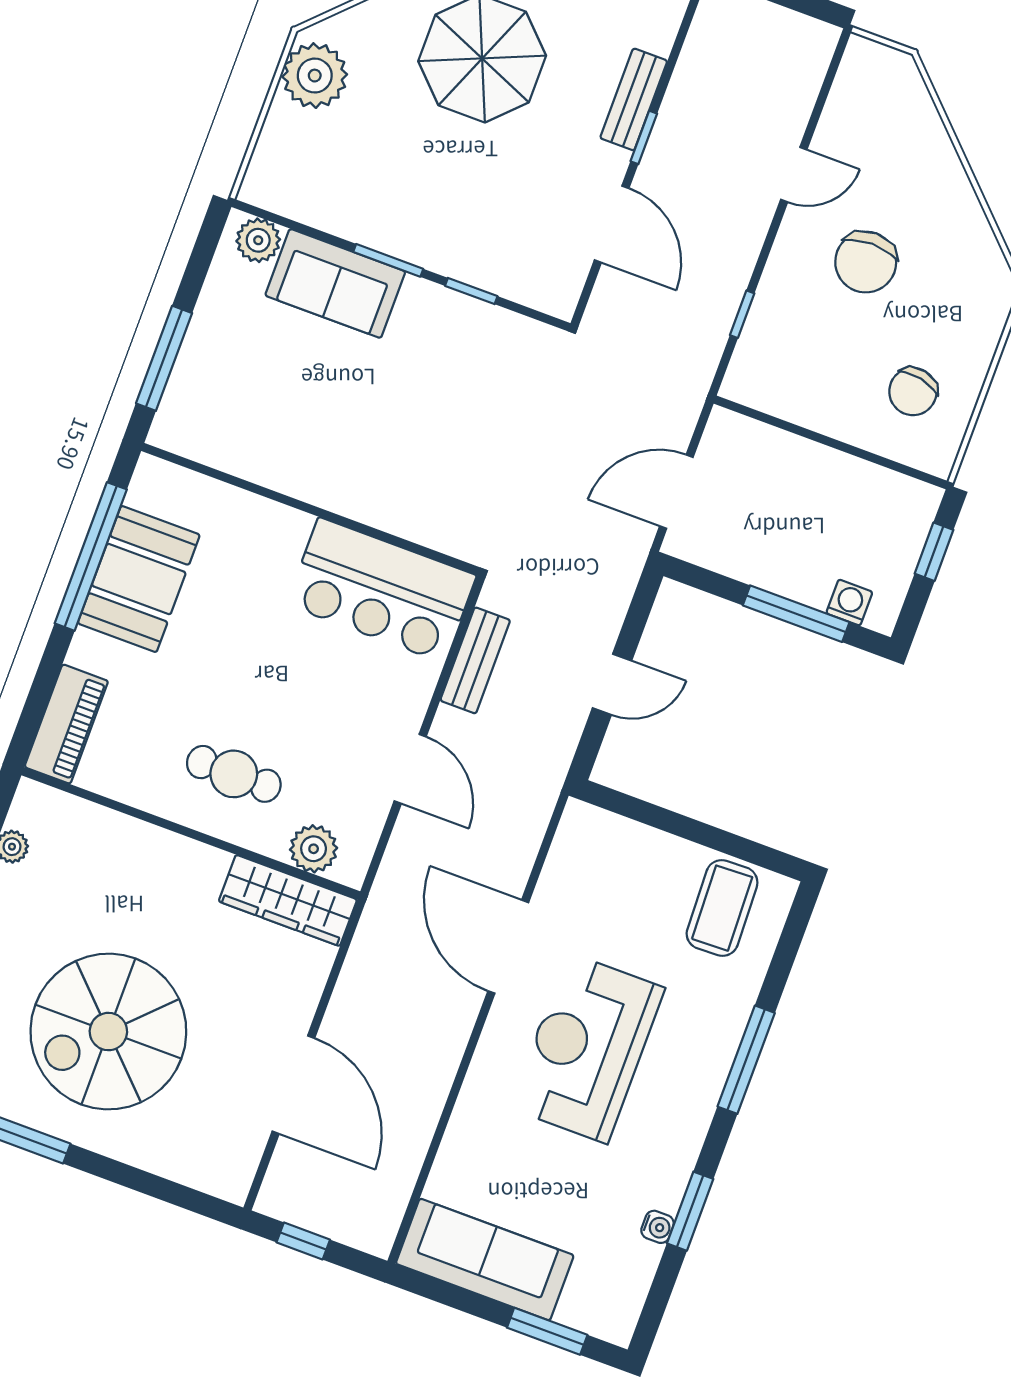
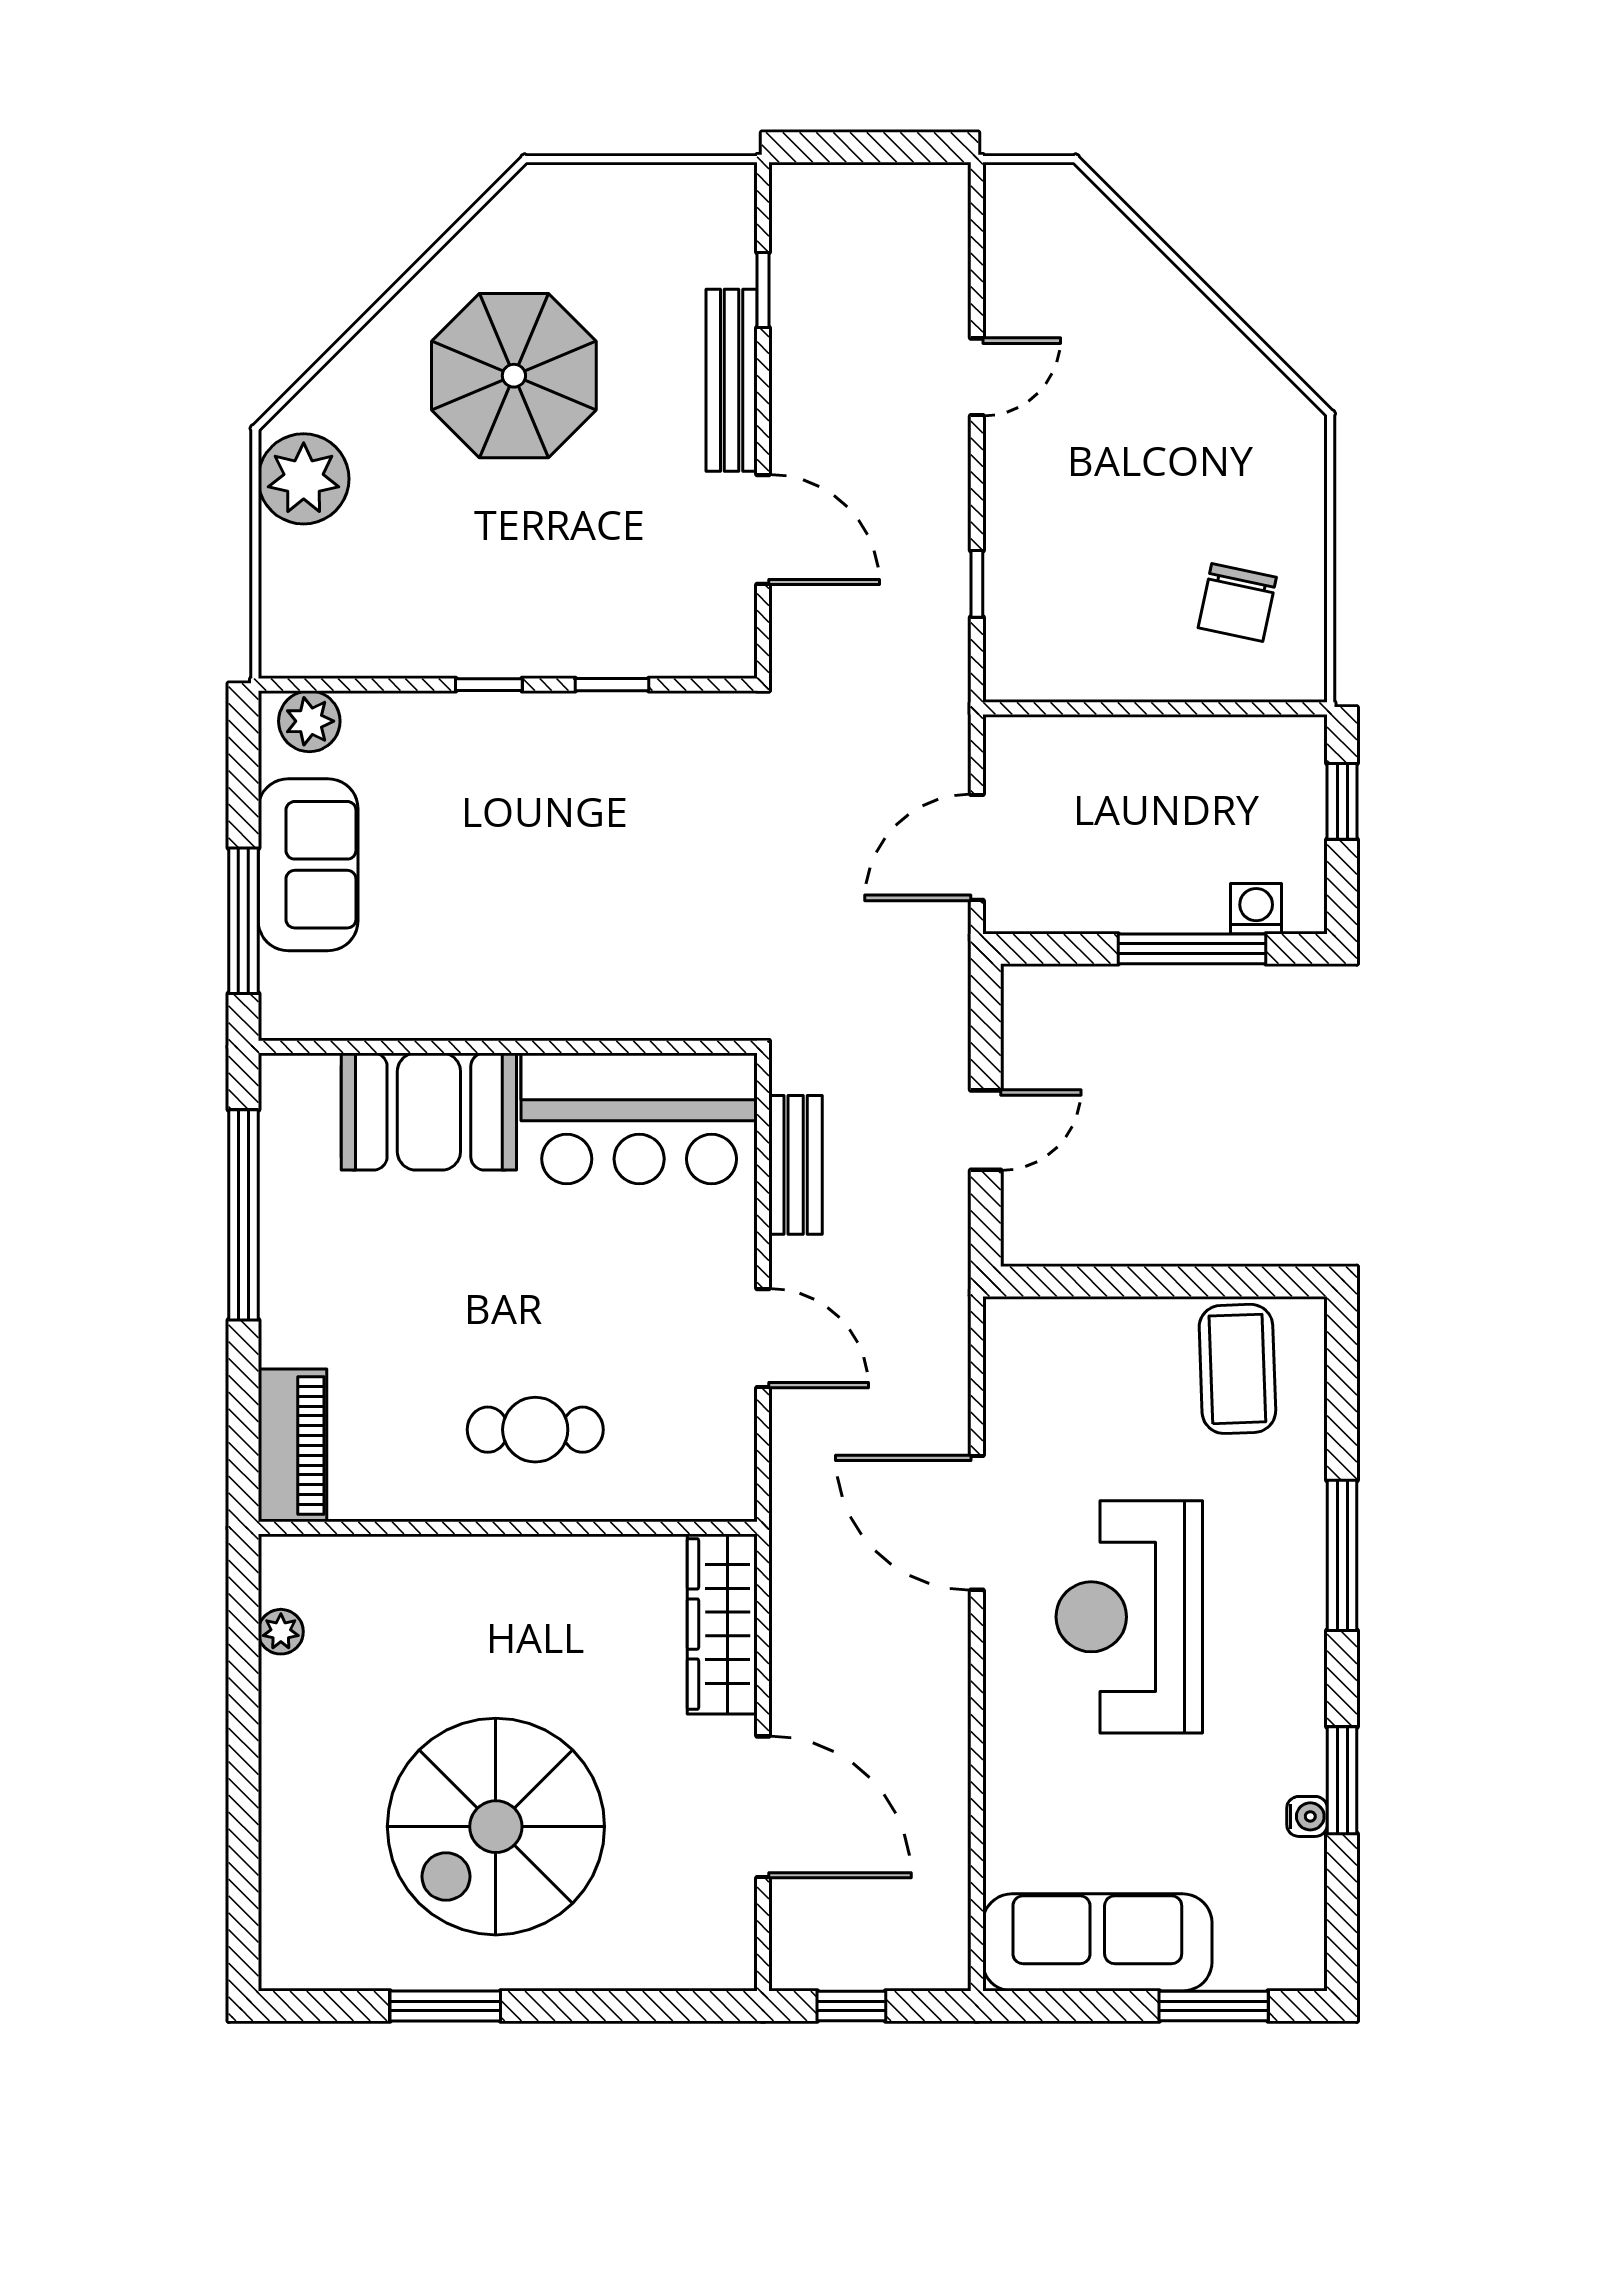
bench: (634, 99) -> (732, 380), width x1.36
window: (644, 137) -> (763, 290), moved
window: (388, 260) -> (489, 685), width x0.67
chair: (866, 262) -> (1113, 456), removed
sofa: (335, 283) -> (308, 865), moved, turned -90
booth: (139, 579) -> (429, 1112), moved, turned 90
plant: (314, 849) -> (675, 1489), removed
wardrobe: (288, 900) -> (722, 1624), moved, turned 90

